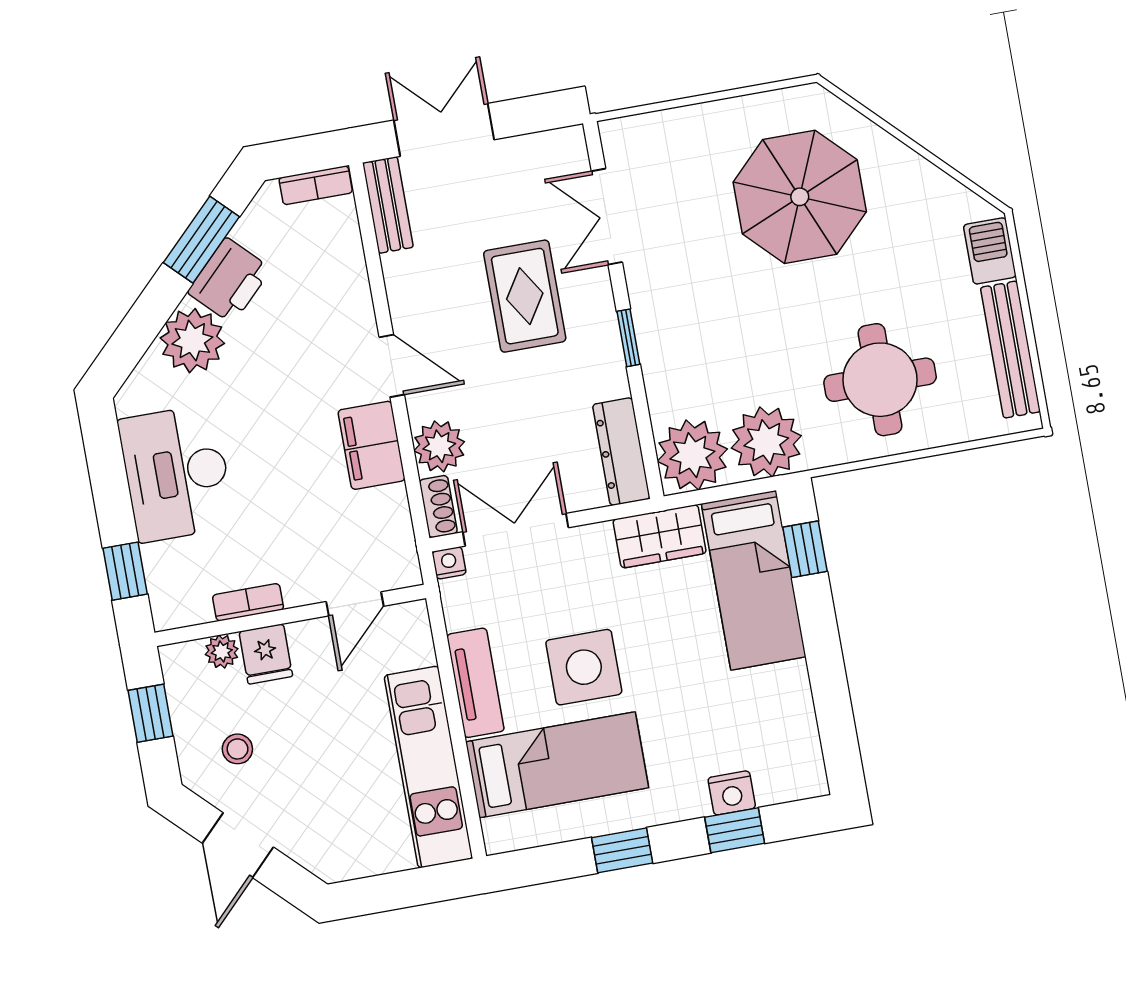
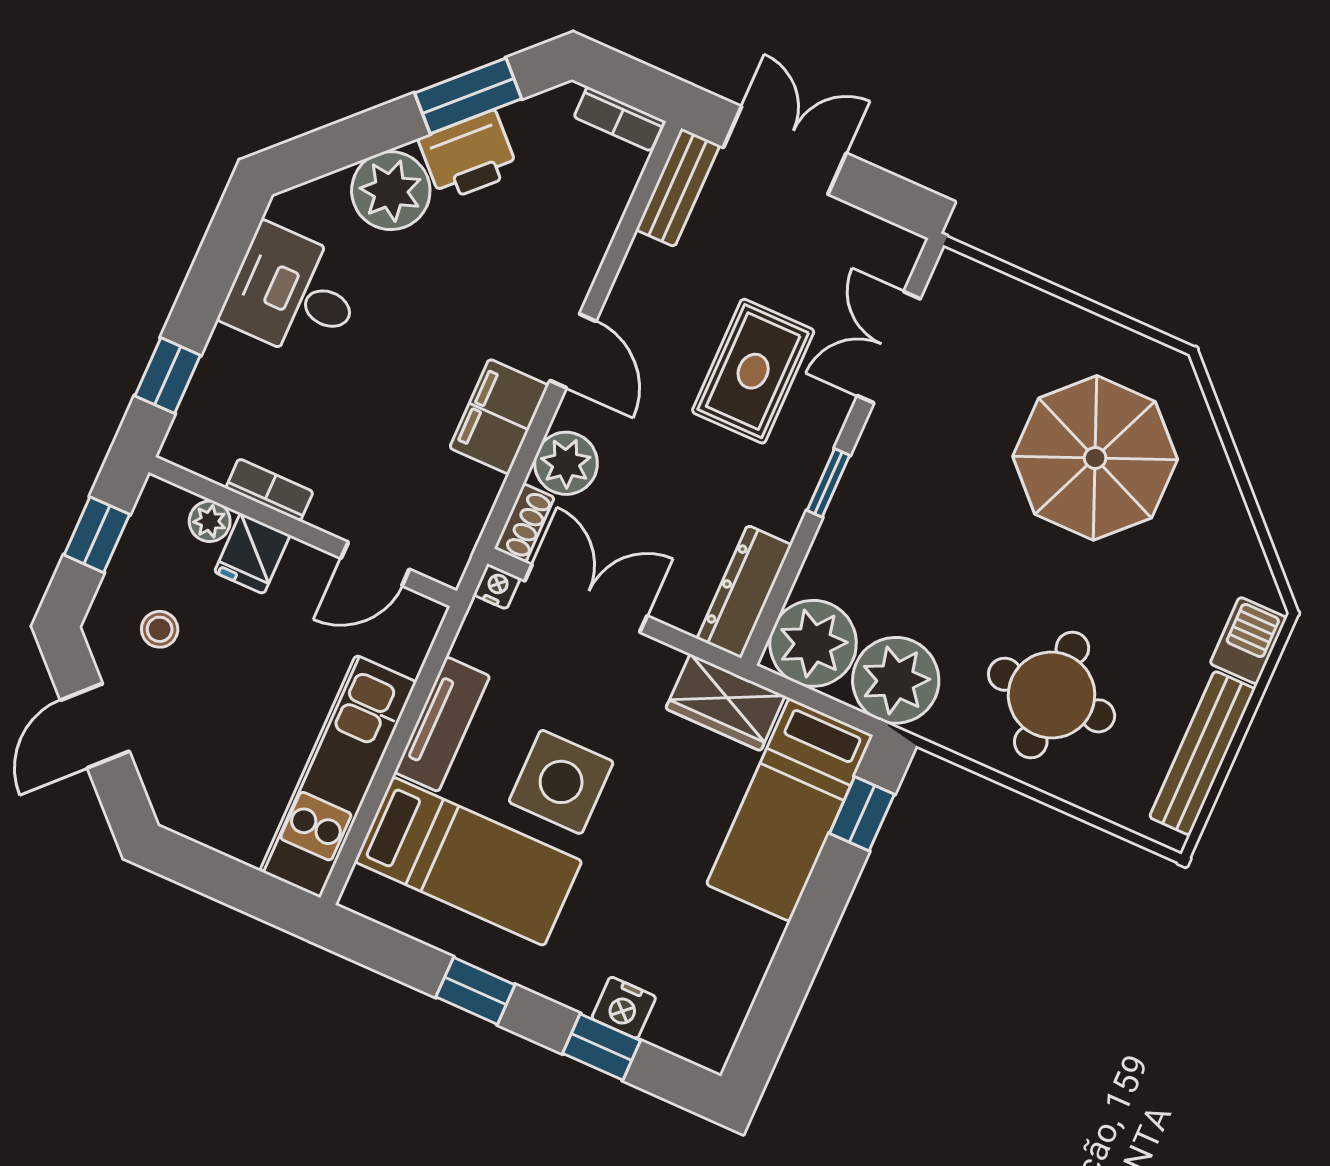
desk: (176, 473) -> (294, 293), width x0.73

